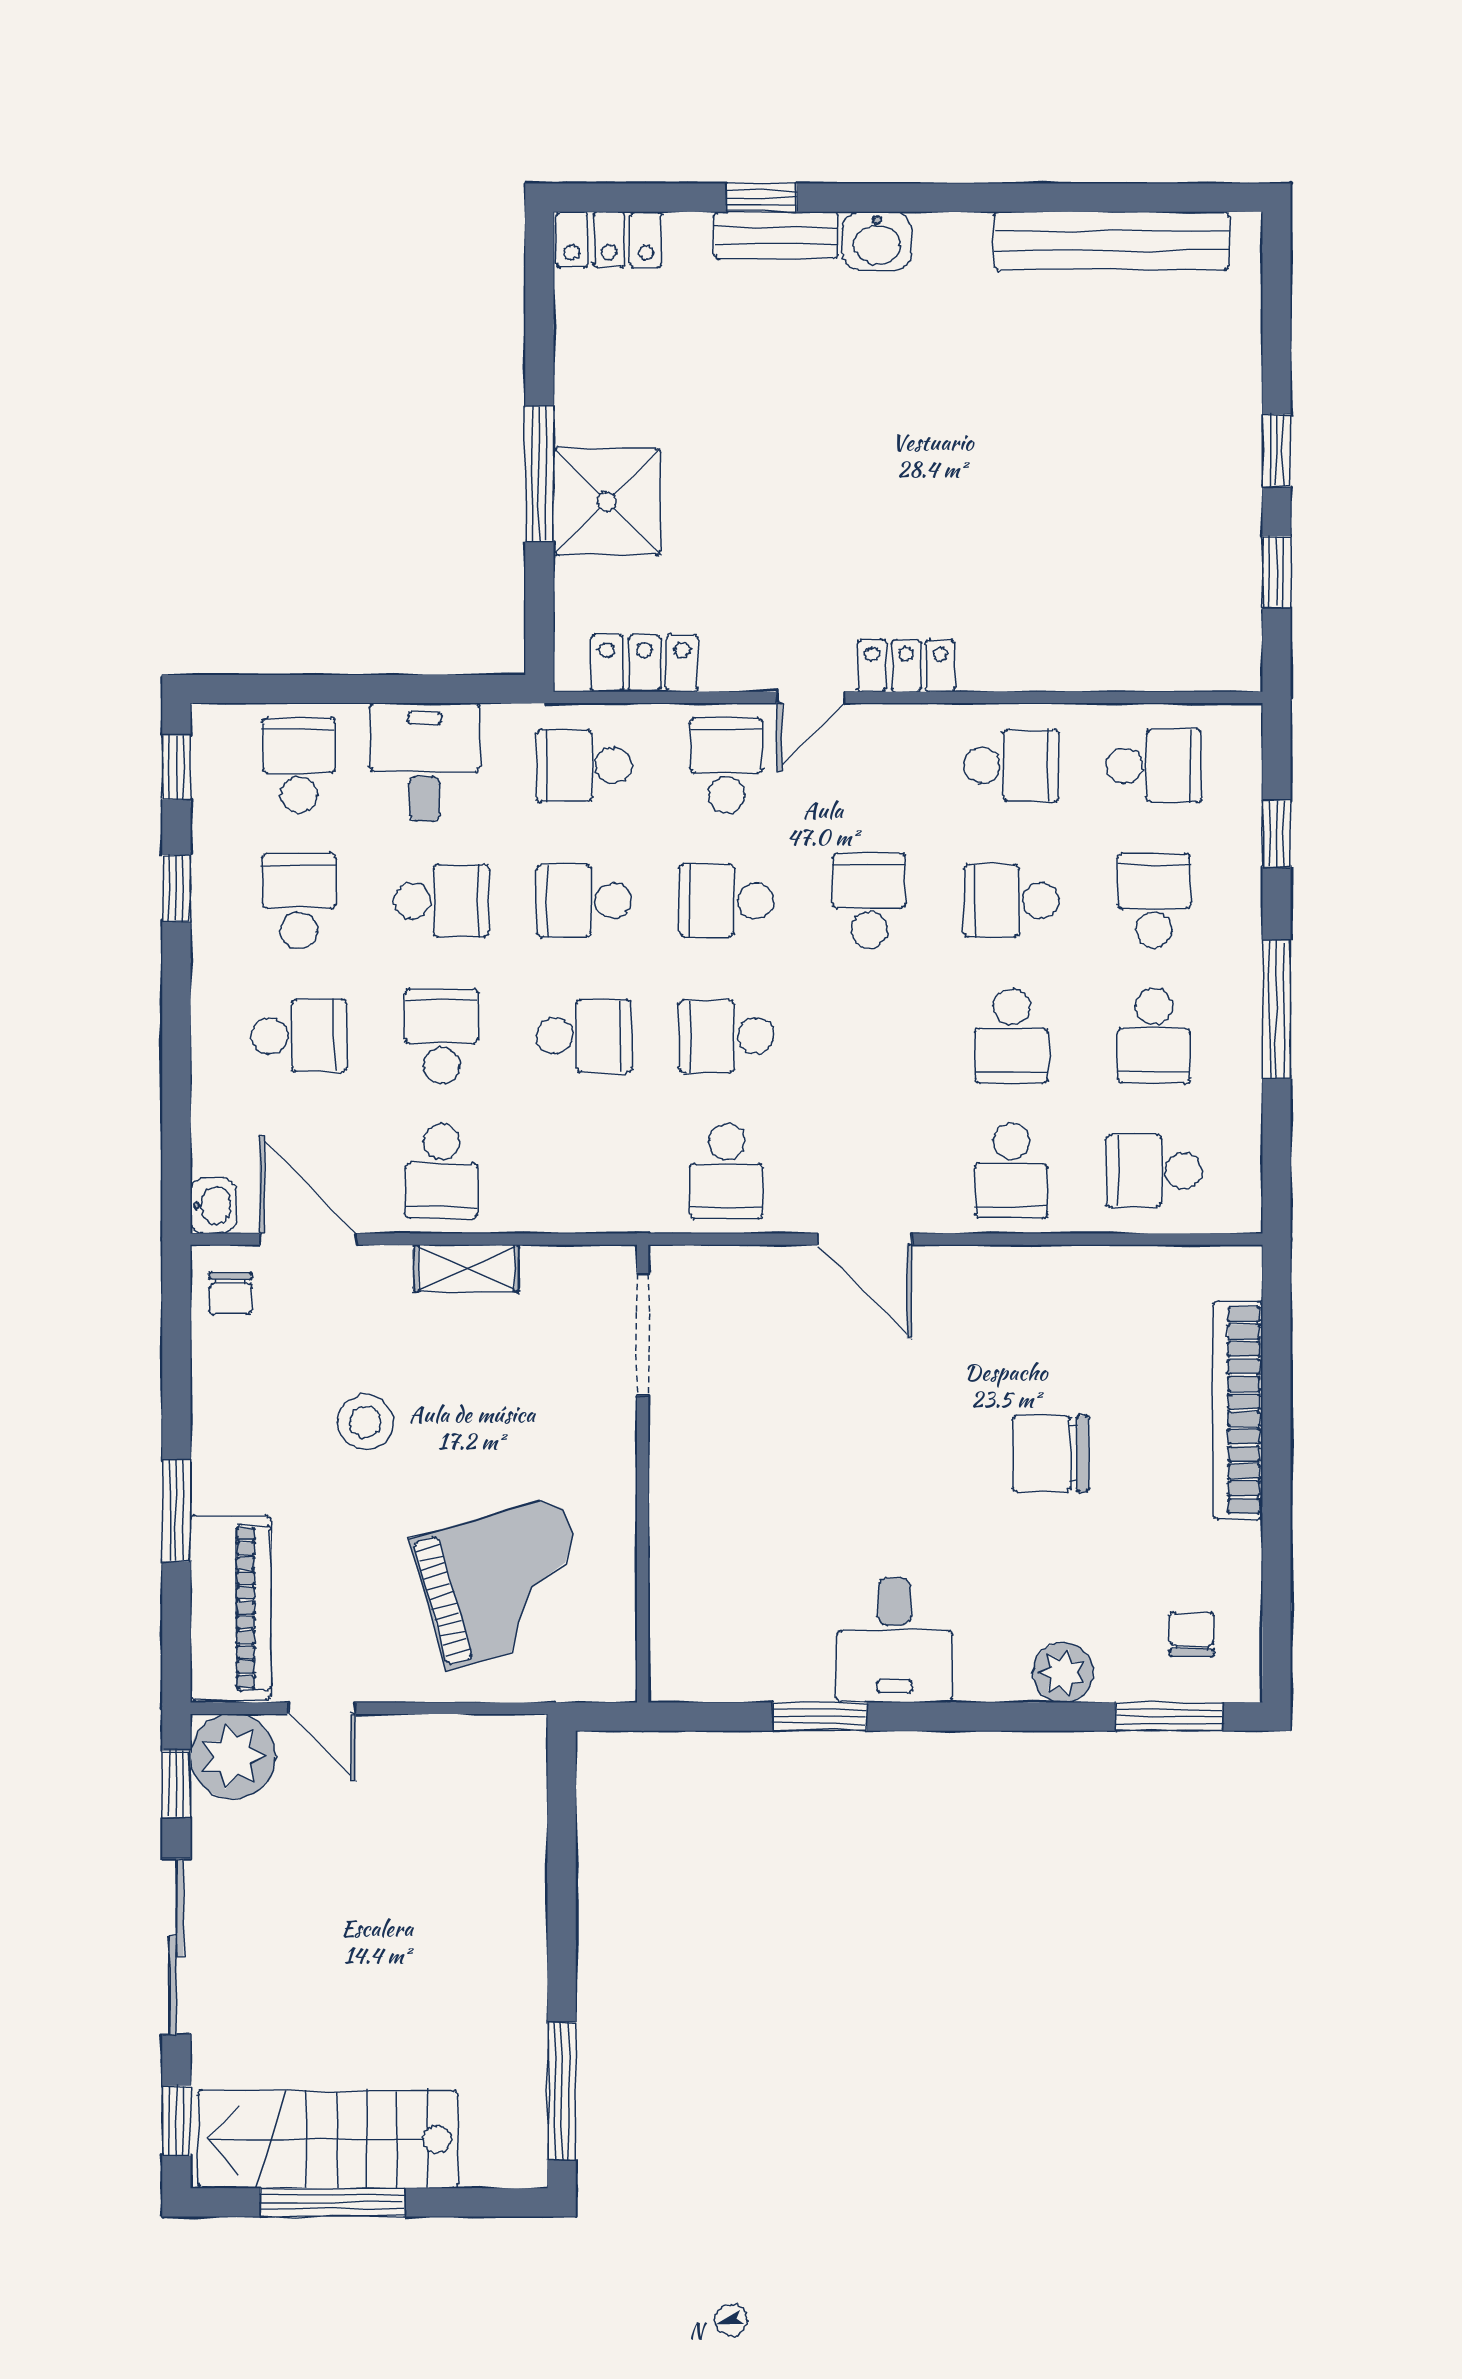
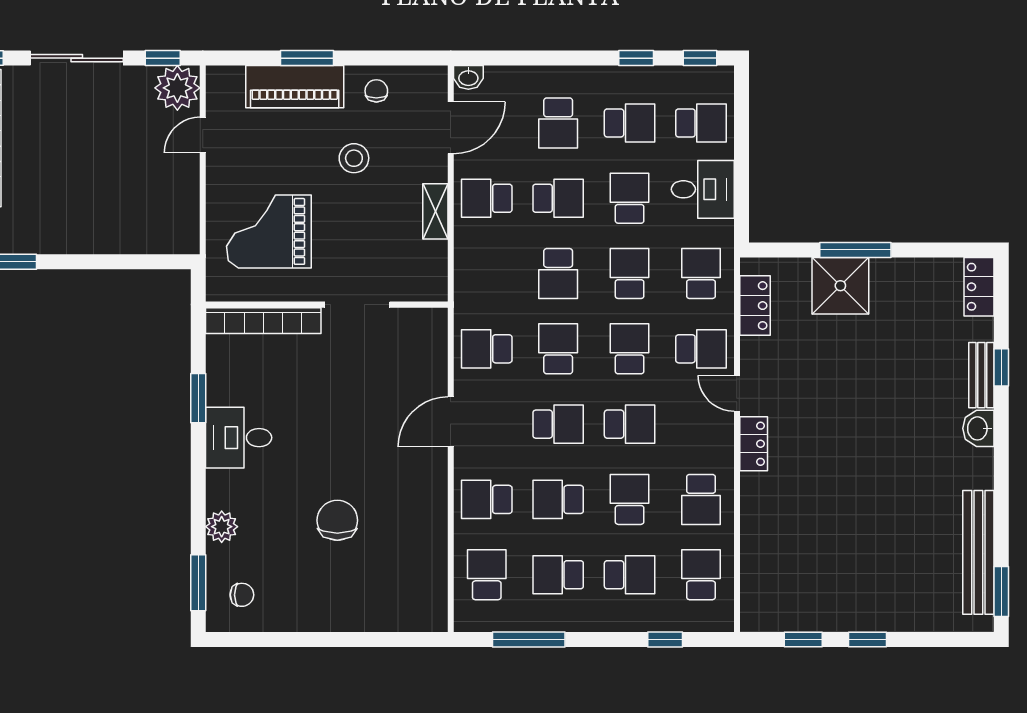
window: (1185, 198) -> (1001, 591), added
school desk: (1154, 766) -> (701, 575), turned 180
school desk: (441, 901) -> (630, 198), turned 180
window: (1277, 1009) -> (529, 640), moved
school desk: (869, 1036) -> (558, 424), added
chair: (231, 1294) -> (376, 91), moved, turned 90
doorway: (643, 1334) -> (357, 305), moved
bookcase: (1238, 1410) -> (263, 321), moved, turned 180
grand piano: (504, 1583) -> (269, 231), turned 106
piano: (230, 1608) -> (295, 87), moved

